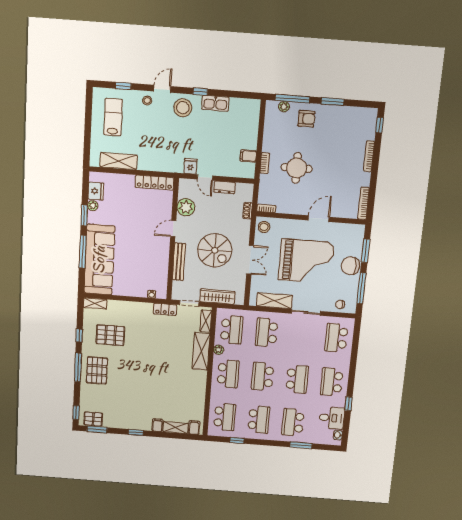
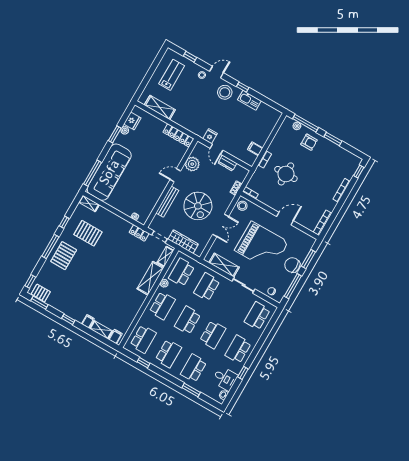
window: (83, 252) -> (92, 173), moved
school desk: (232, 330) -> (182, 272), turned 180

